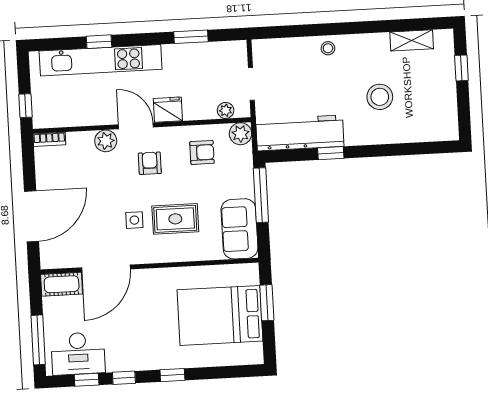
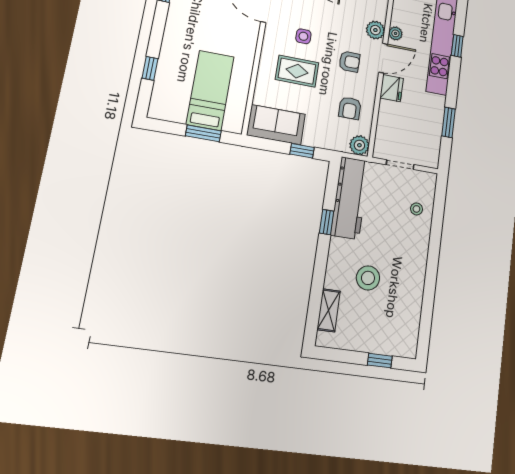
shelving: (412, 40) -> (329, 310), moved
stool: (328, 48) -> (416, 209), moved
plant: (226, 110) -> (395, 33), moved
window: (261, 195) -> (302, 151), width x0.46
rug: (175, 219) -> (297, 71), turned 90
bed: (220, 315) -> (210, 90), width x0.67
window: (172, 375) -> (150, 68), moved

